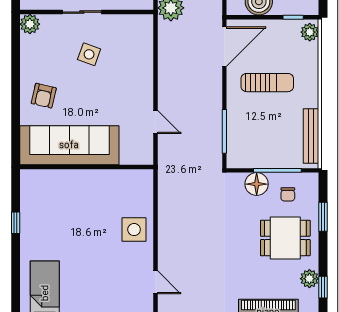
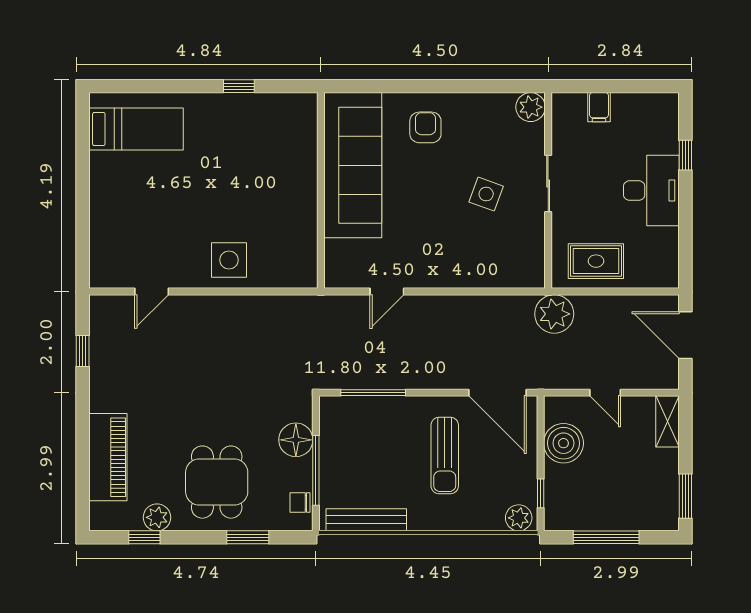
armchair: (44, 96) -> (425, 127), turned 77
chair: (288, 194) -> (300, 503), moved

